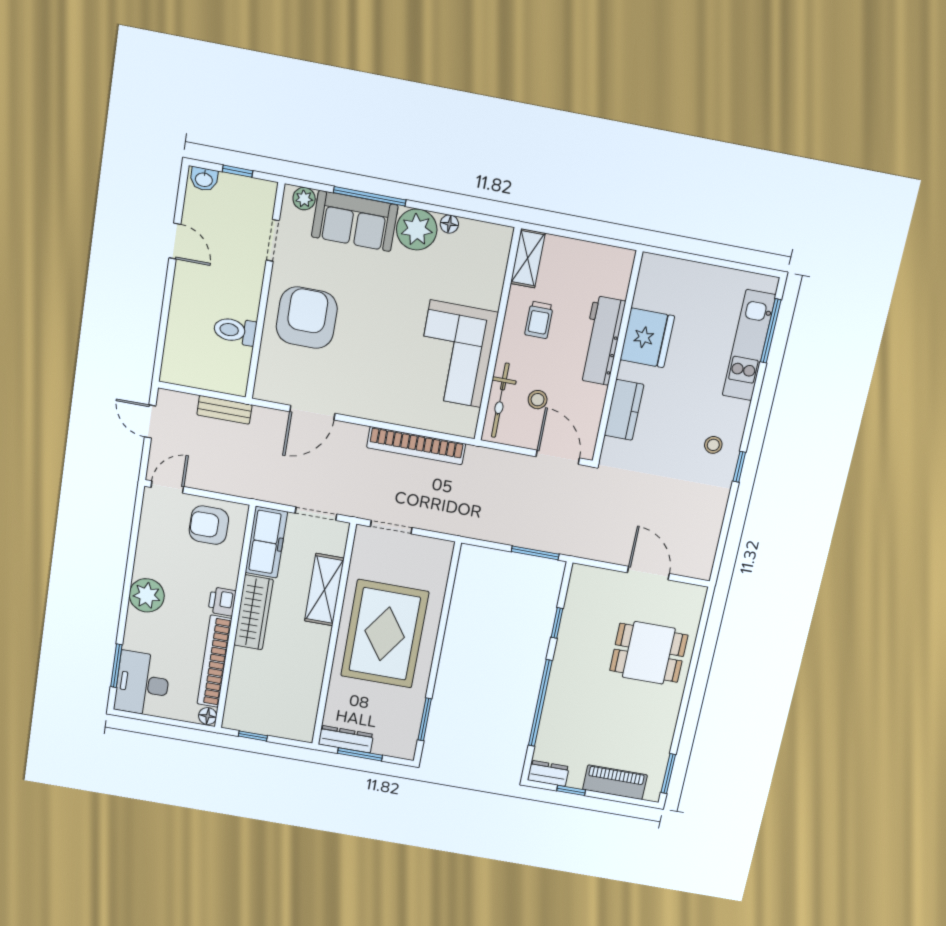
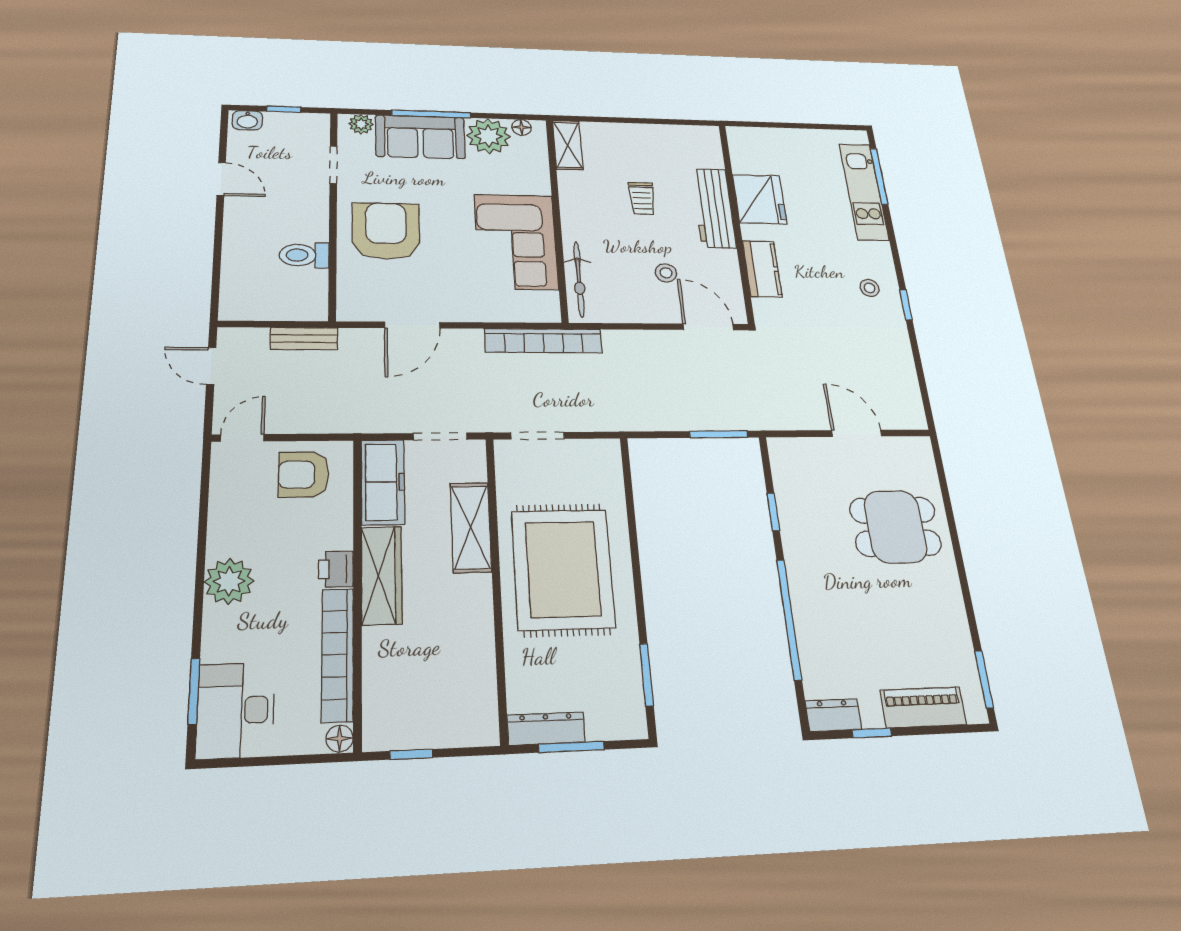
shelving: (528, 258) -> (568, 145), moved
wall: (497, 335) -> (557, 218), moved
corner sofa: (456, 354) -> (516, 242), moved
bicycle: (500, 400) -> (579, 279), moved

